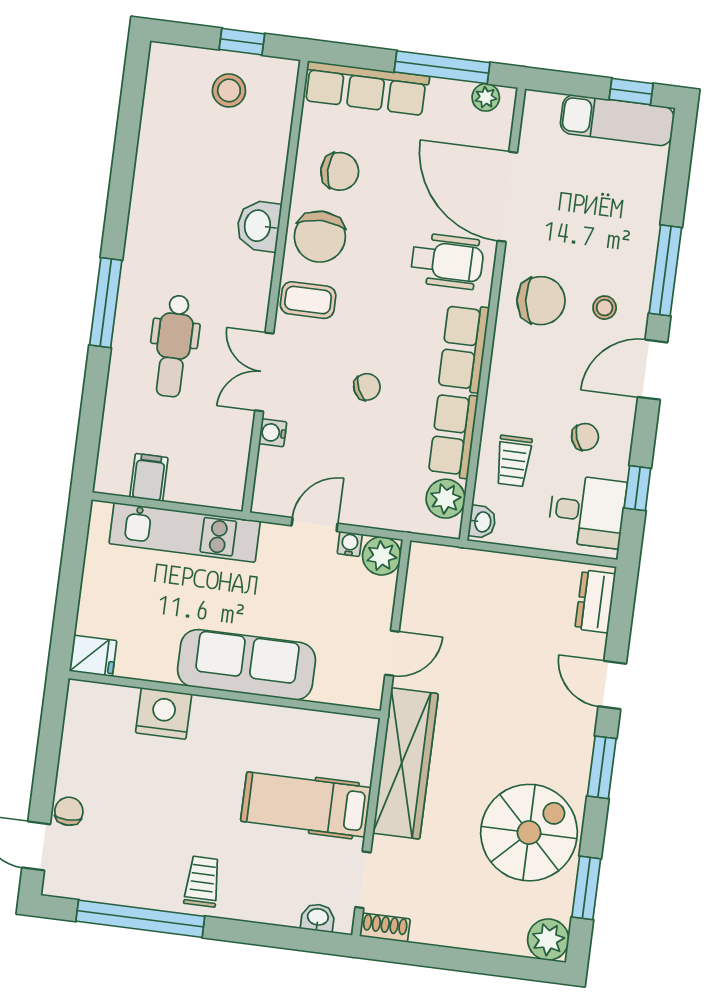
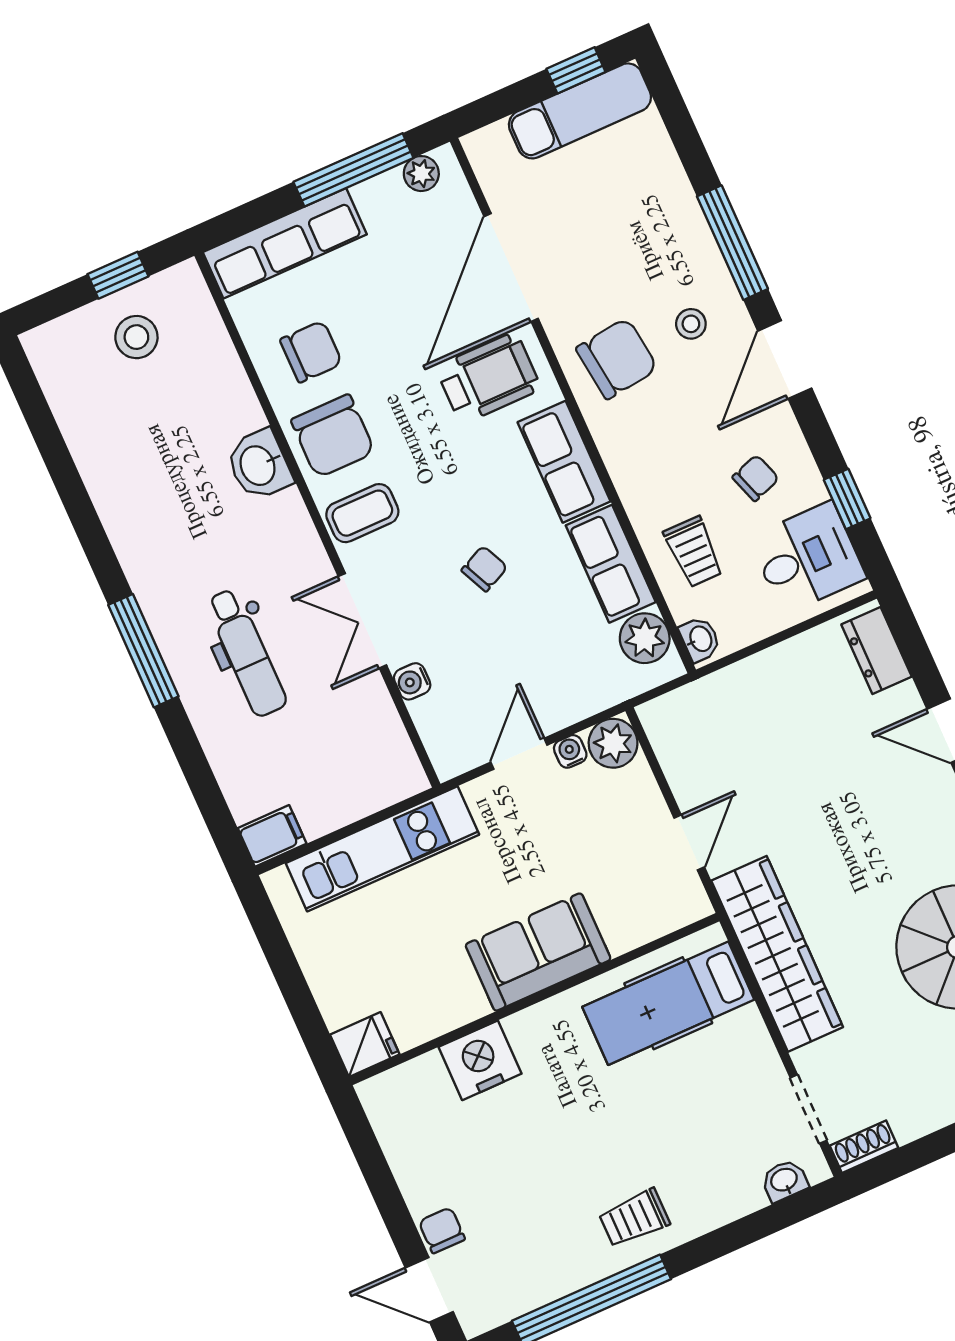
door: (507, 197) -> (511, 267), hinge flipped
filing cabinet: (149, 477) -> (272, 836), moved, turned 90
sofa: (246, 665) -> (538, 952), width x0.73
hospital bed: (306, 804) -> (668, 1003), moved
trolley: (202, 882) -> (634, 1218), turned -90

